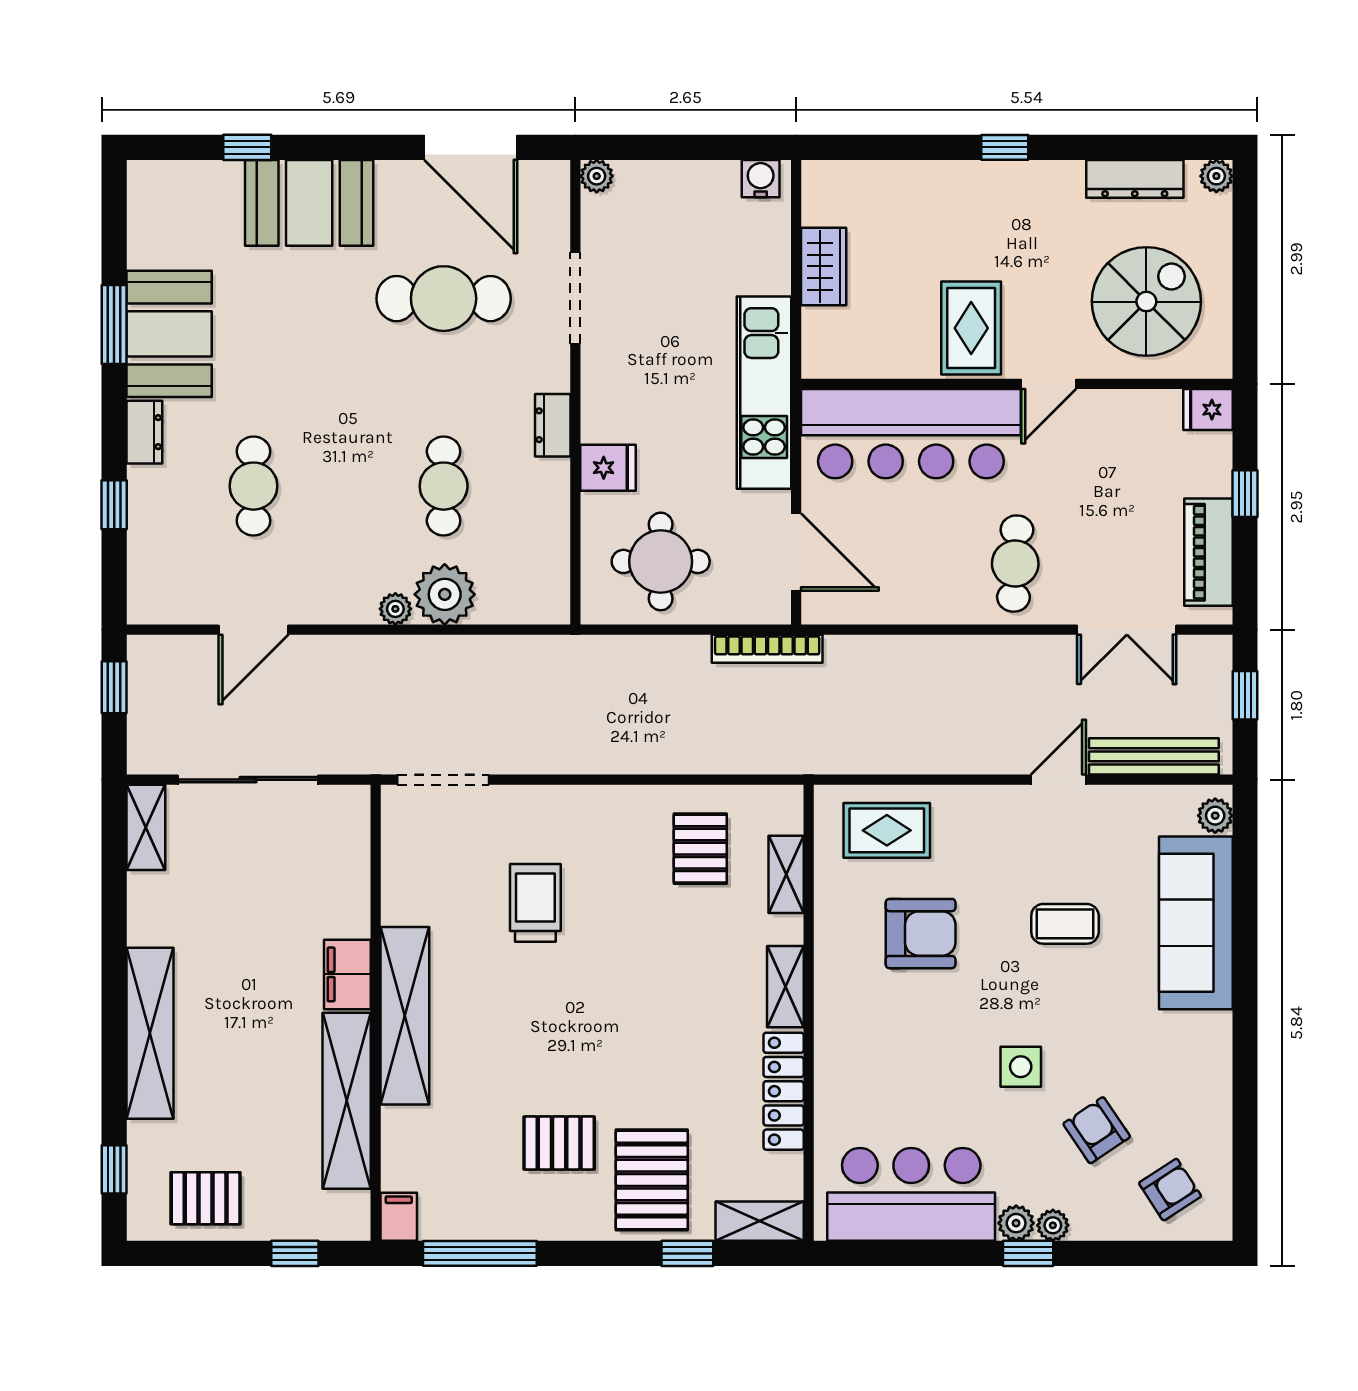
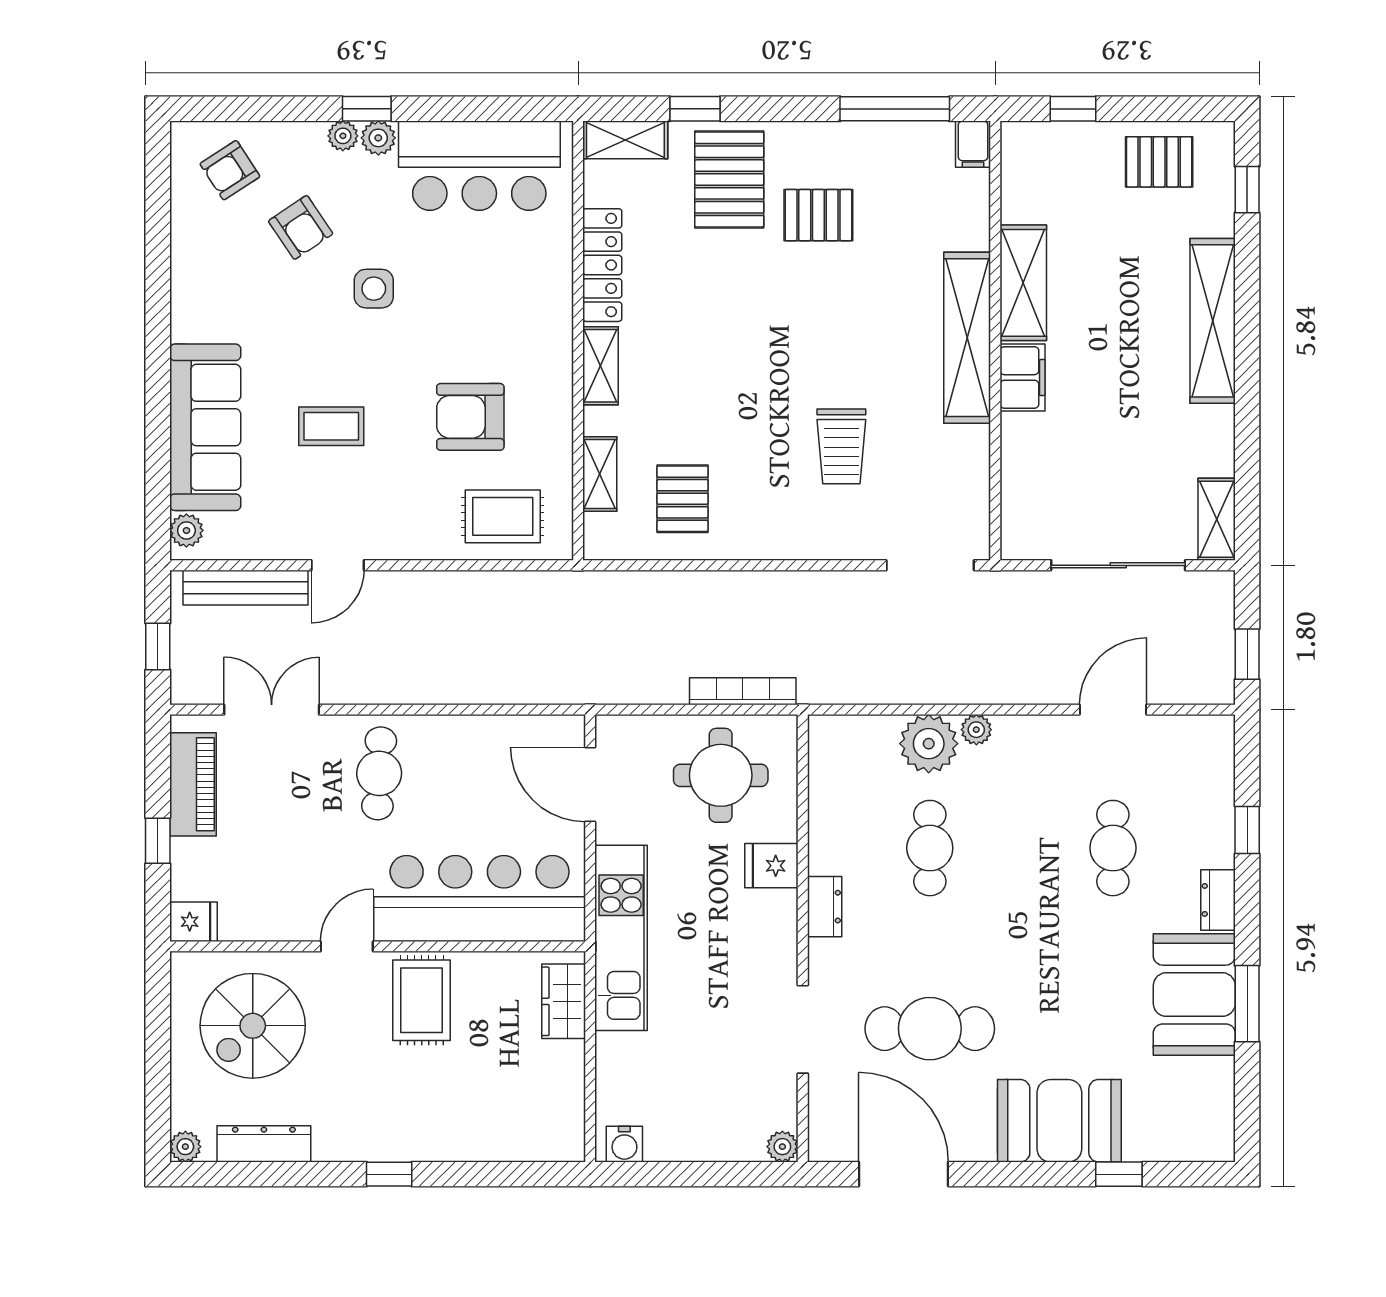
wardrobe: (824, 266) -> (564, 1001), moved
bookcase: (767, 649) -> (743, 691), moved
shelving: (347, 1101) -> (1023, 283), width x0.68

